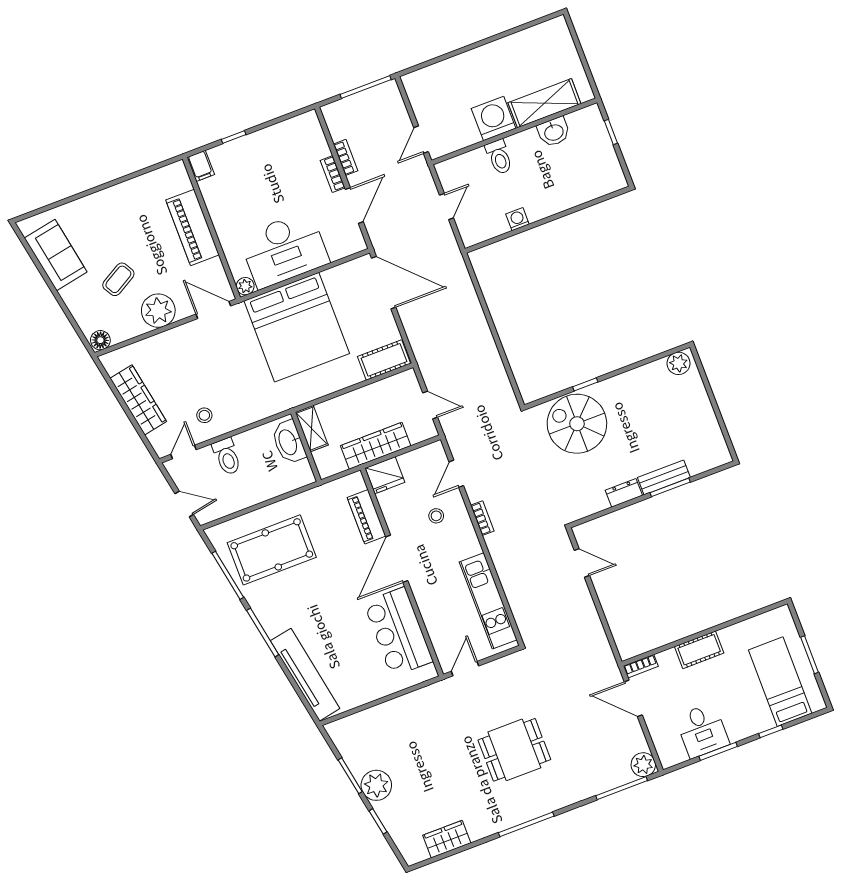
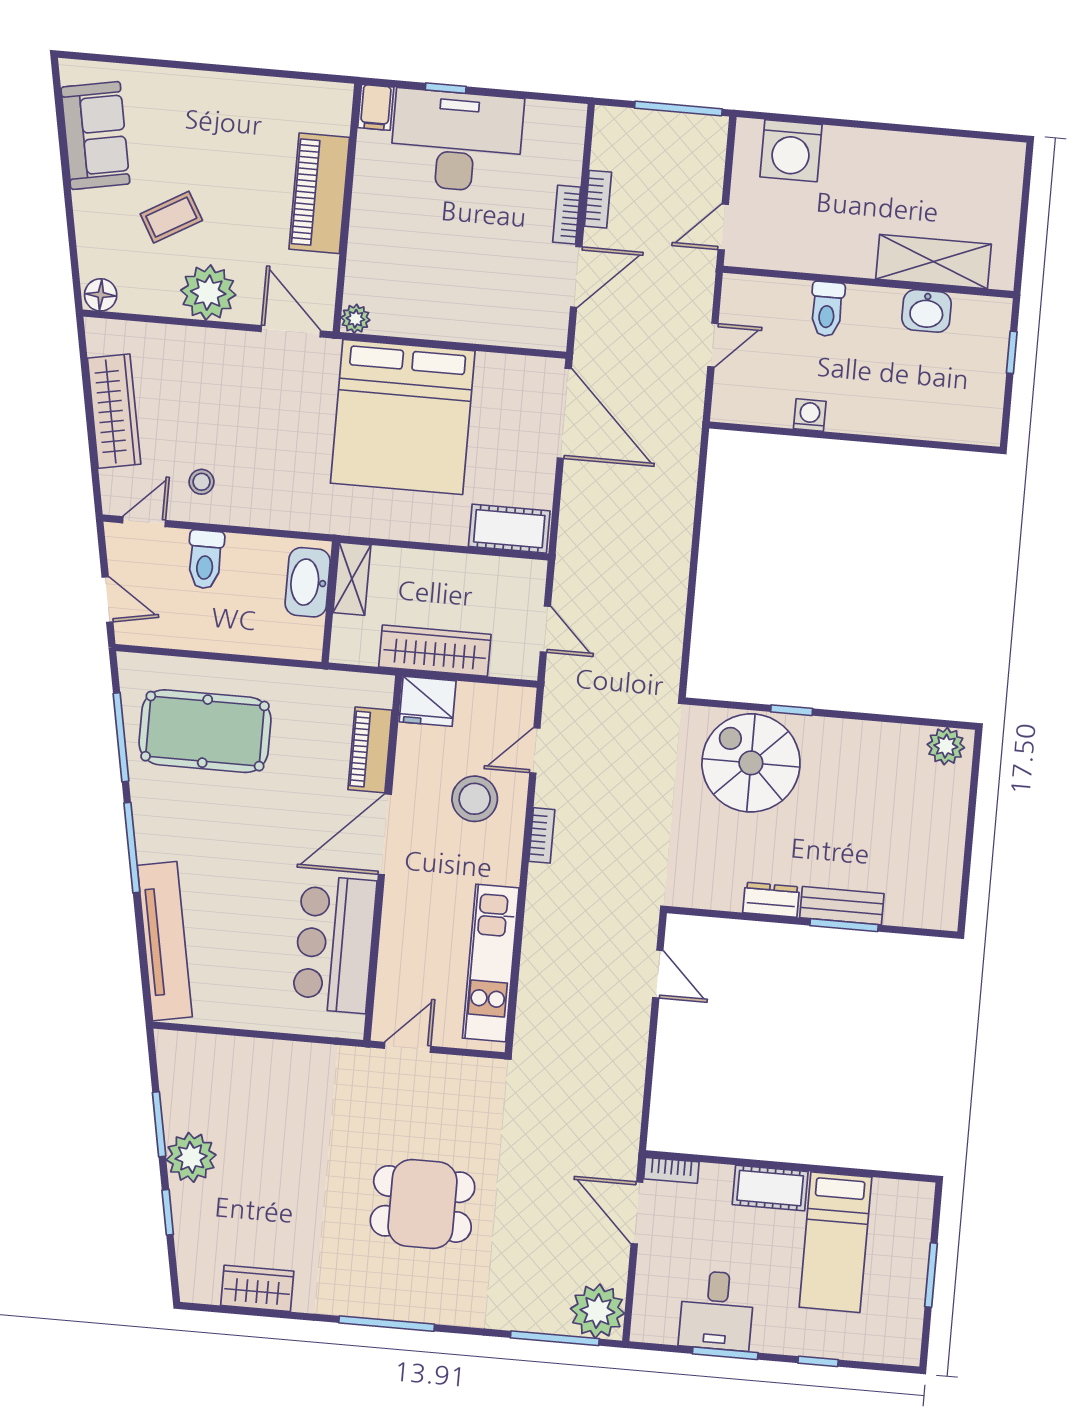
washing machine: (494, 118) -> (791, 151), moved, turned 180
desk: (284, 250) -> (457, 141), moved, turned 180
stool: (436, 516) -> (475, 799), width x1.89, depth x1.89
bed: (780, 682) -> (835, 1242), moved, turned 180
plant: (643, 765) -> (597, 1311), width x1.36, depth x1.36

